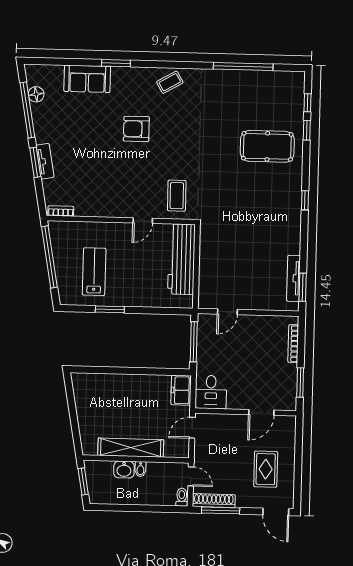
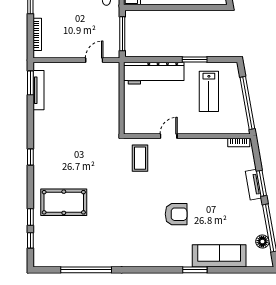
sofa: (87, 79) -> (219, 256), width x1.36
coffee table: (170, 82) -> (148, 255), removed
workbench: (181, 259) -> (154, 73), moved, turned 90

